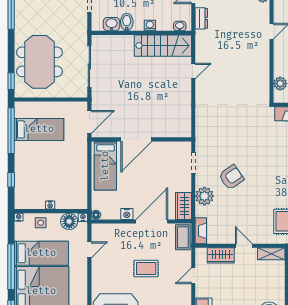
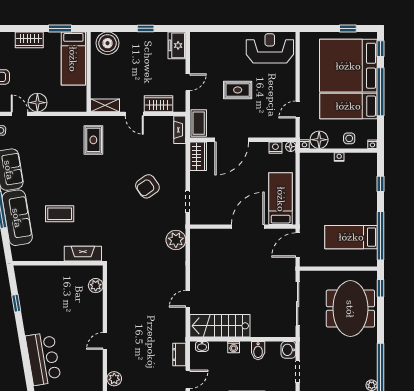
washbasin: (112, 24) -> (288, 350), moved, turned 90
plant: (204, 196) -> (176, 240), moved
nightstand: (127, 214) -> (275, 148), moved

